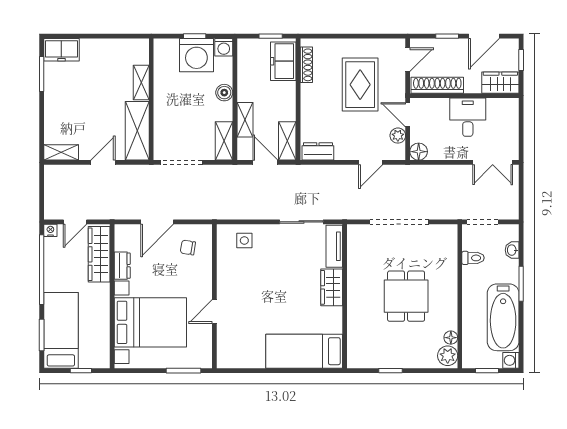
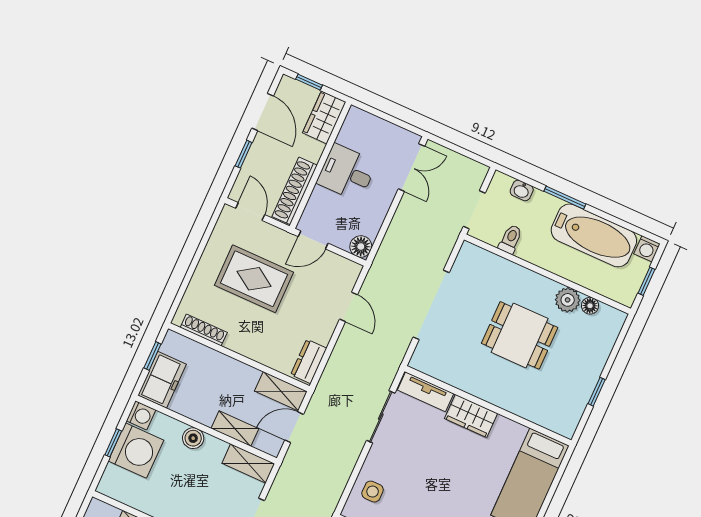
freezer: (283, 61) -> (162, 380), moved, turned -90
plant: (398, 136) -> (332, 262), removed
plant: (448, 356) -> (568, 300), moved

